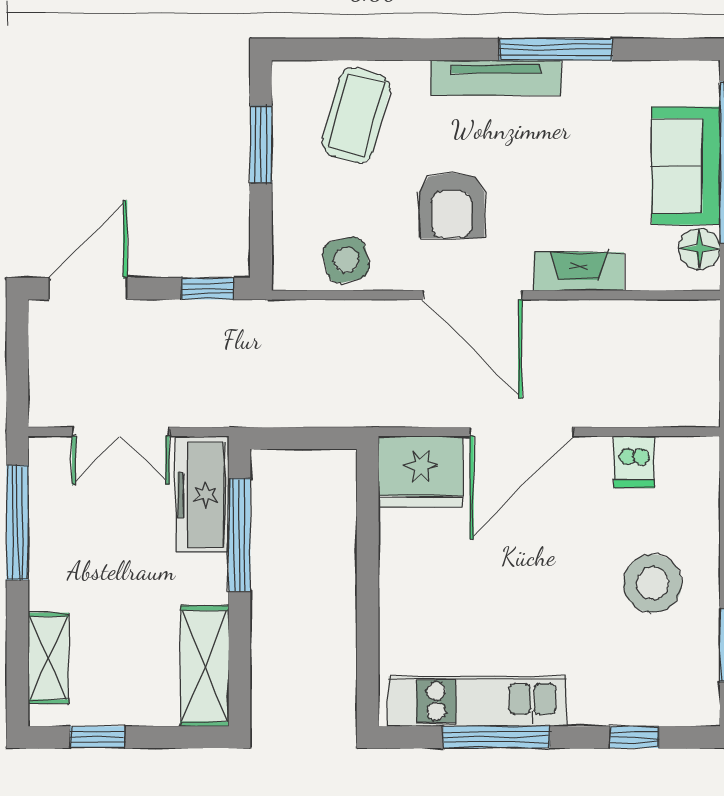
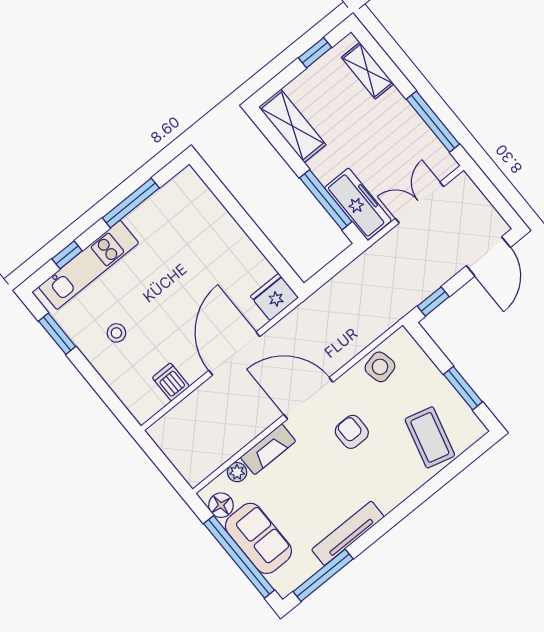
window: (556, 49) -> (323, 575), moved
tv unit: (496, 78) -> (348, 533), moved
armchair: (452, 205) -> (352, 432), width x0.72, depth x0.72
plant: (643, 275) -> (237, 472), added
fridge: (420, 472) -> (274, 297), width x0.73, depth x0.75
stool: (653, 583) -> (116, 333), width x0.53, depth x0.53
kitchen unit: (477, 701) -> (89, 265), moved

